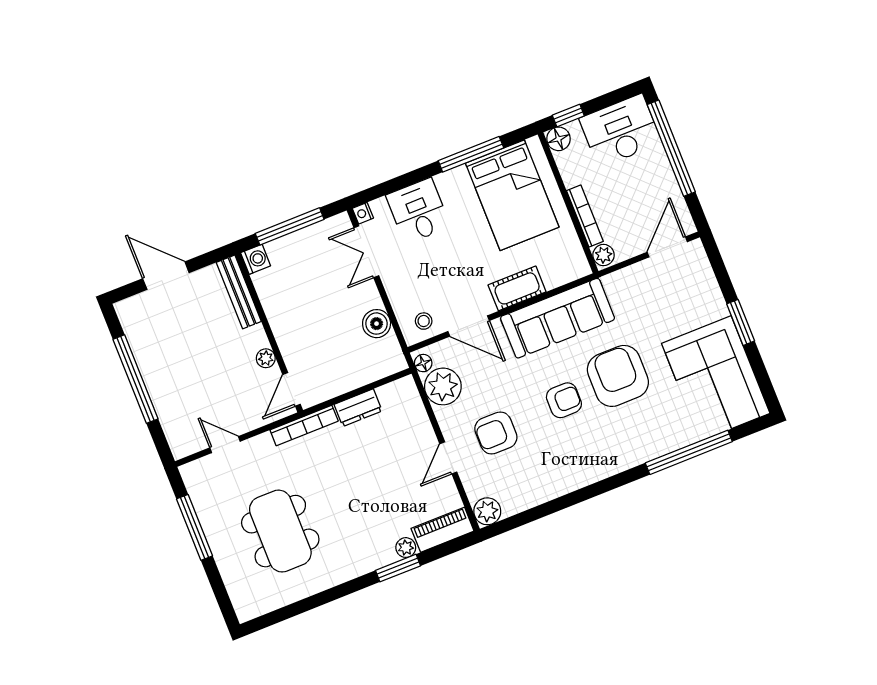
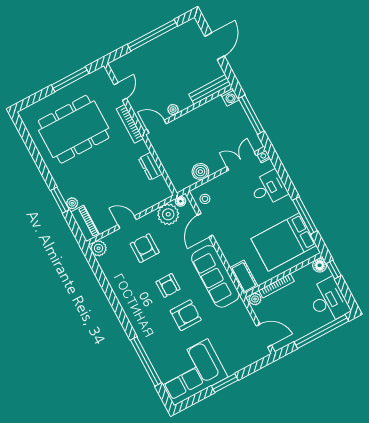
cot: (517, 288) -> (244, 277), moved
armchair: (618, 376) -> (186, 315), width x0.73, depth x0.73
bookcase: (304, 425) -> (130, 124), moved
dining table: (280, 531) -> (74, 129), width x1.36, depth x1.24

